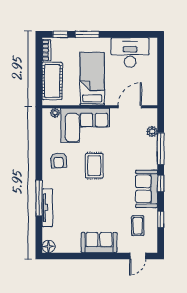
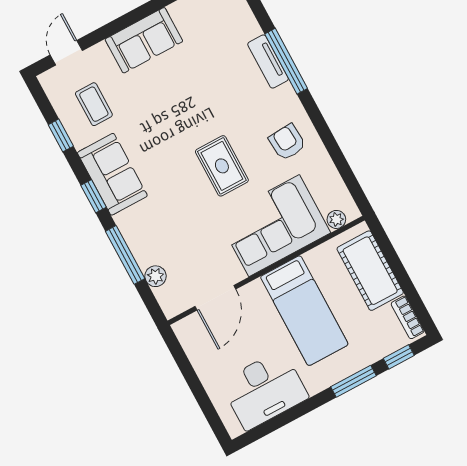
tv unit: (47, 208) -> (268, 61), width x0.71

